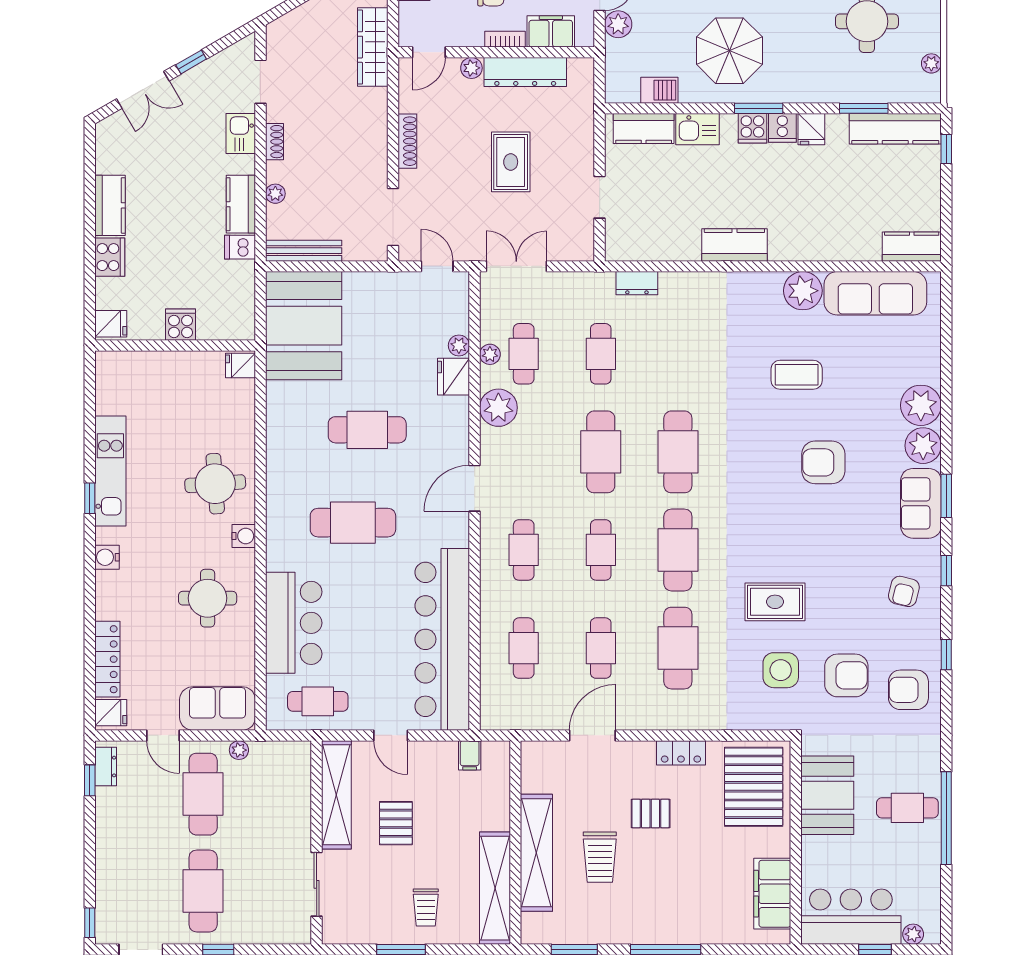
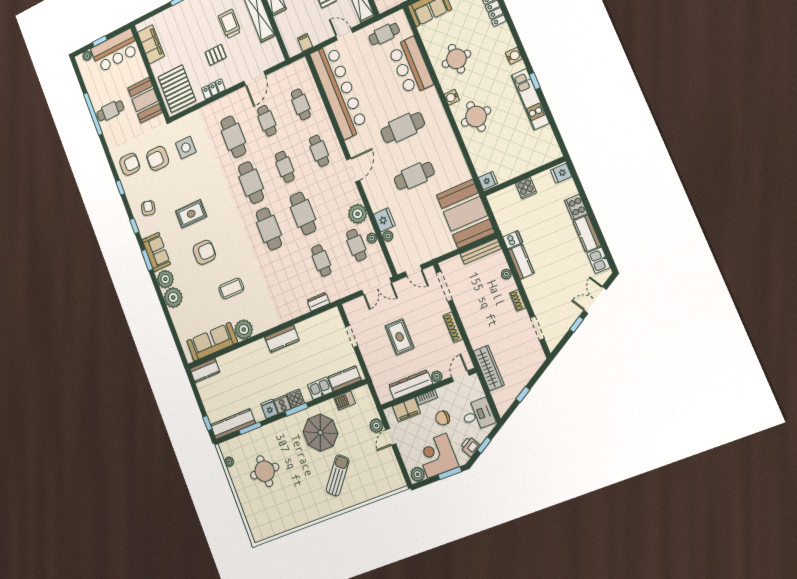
kitchen sink: (241, 134) -> (599, 260), moved, turned 180
rug: (775, 602) -> (191, 214), moved

